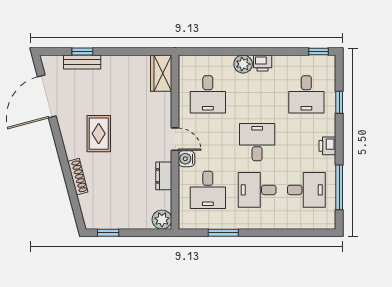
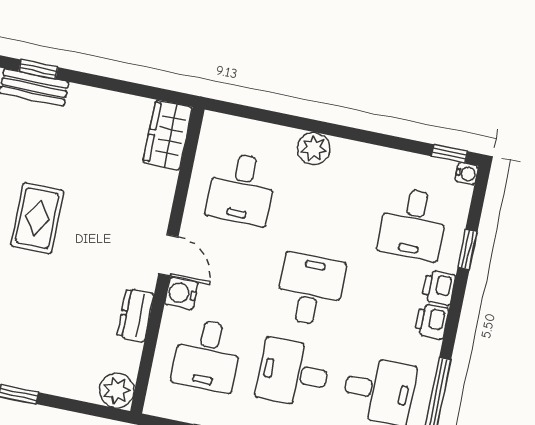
water cooler: (330, 61) -> (467, 174), added
printer: (263, 63) -> (439, 287), moved, turned 90

